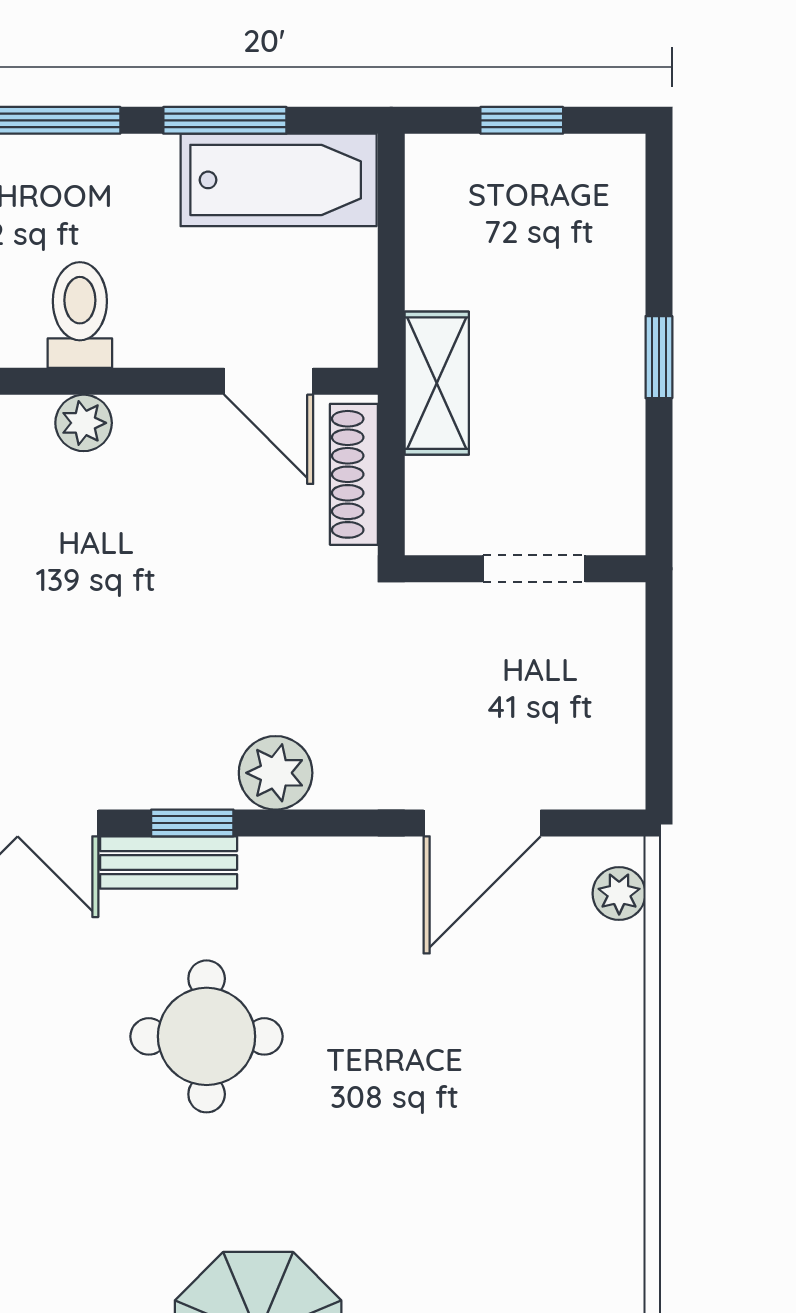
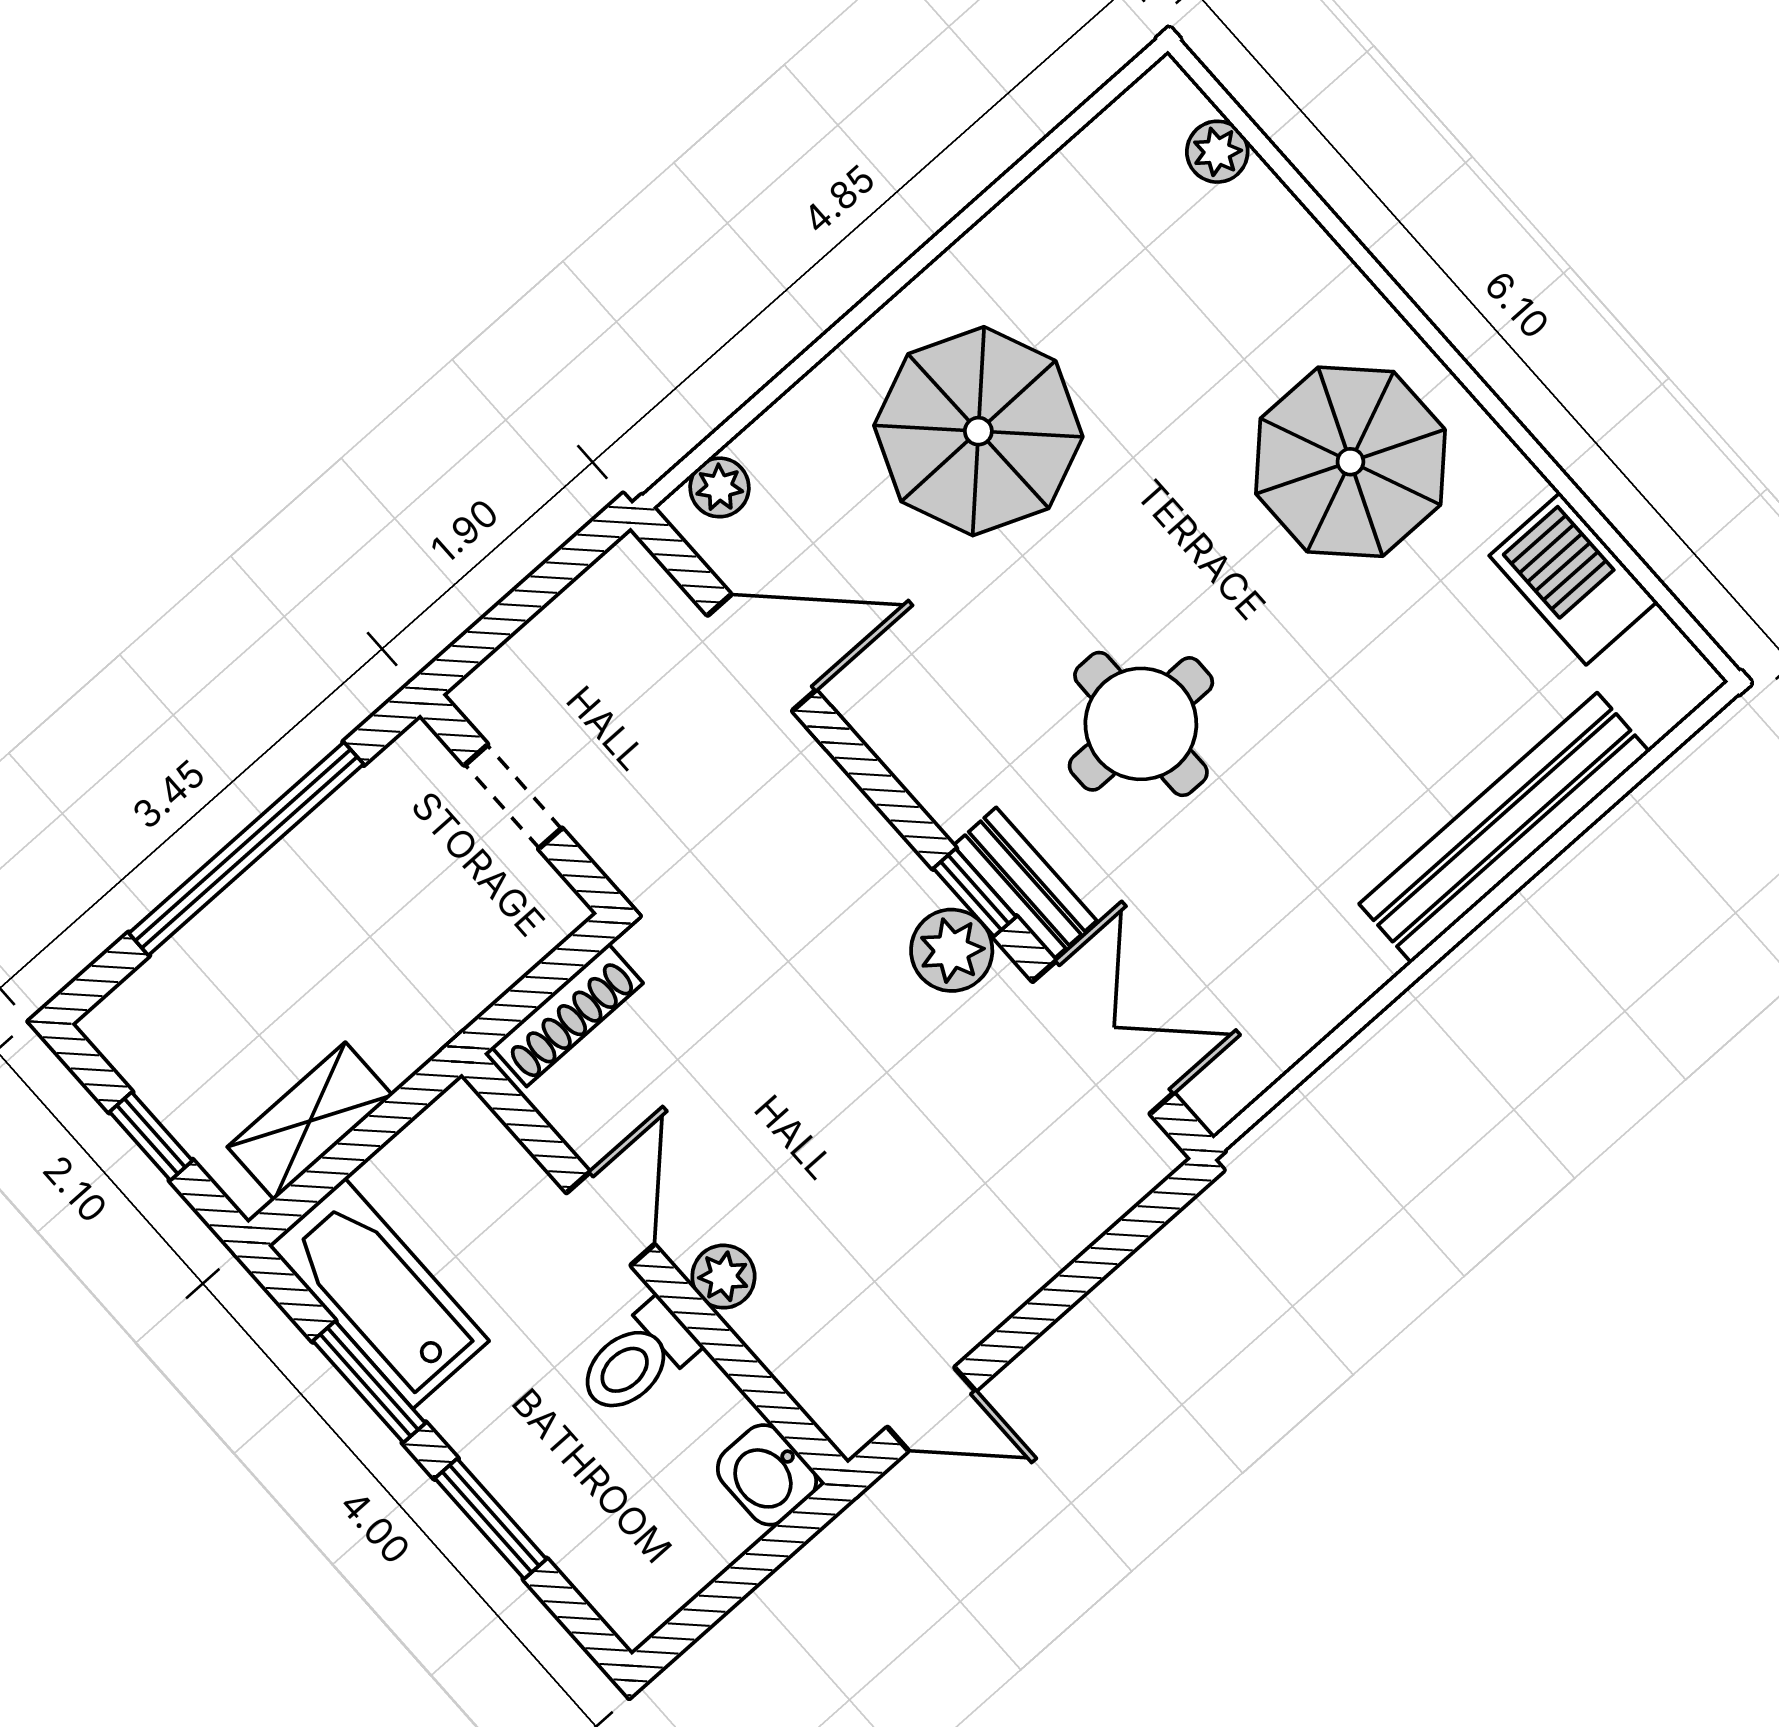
window: (659, 357) -> (246, 849), width x3.17
door: (269, 381) -> (610, 1219), moved
shelving: (437, 383) -> (310, 1121), moved
plant: (276, 773) -> (952, 950), moved
parasol: (502, 1102) -> (978, 431), added

